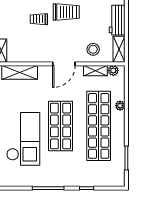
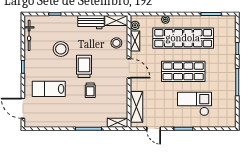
checkout: (23, 139) -> (194, 104), width x0.73, depth x0.83

